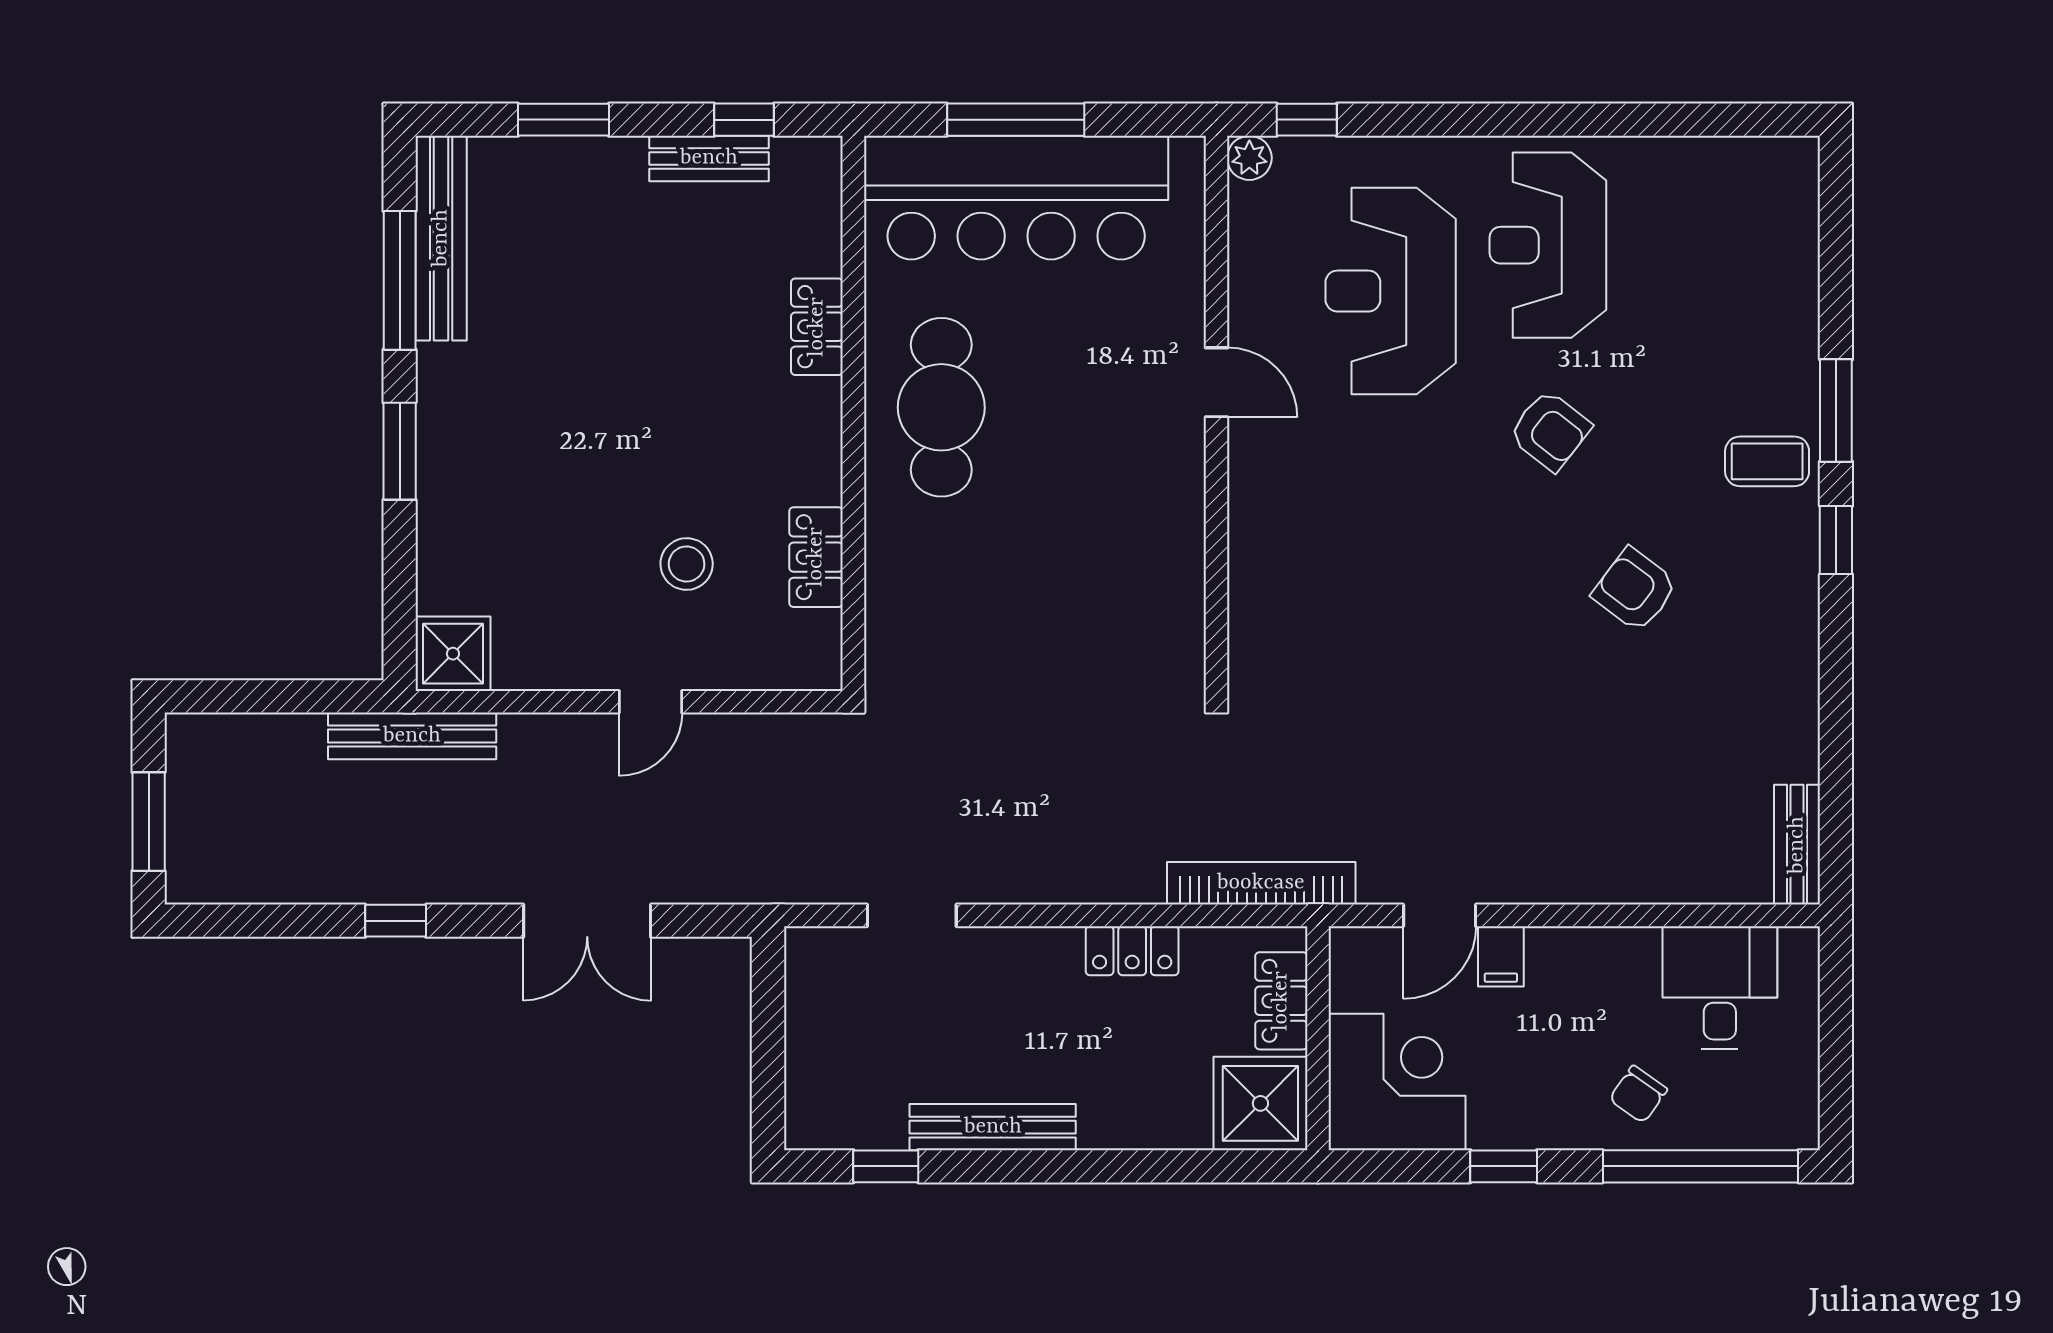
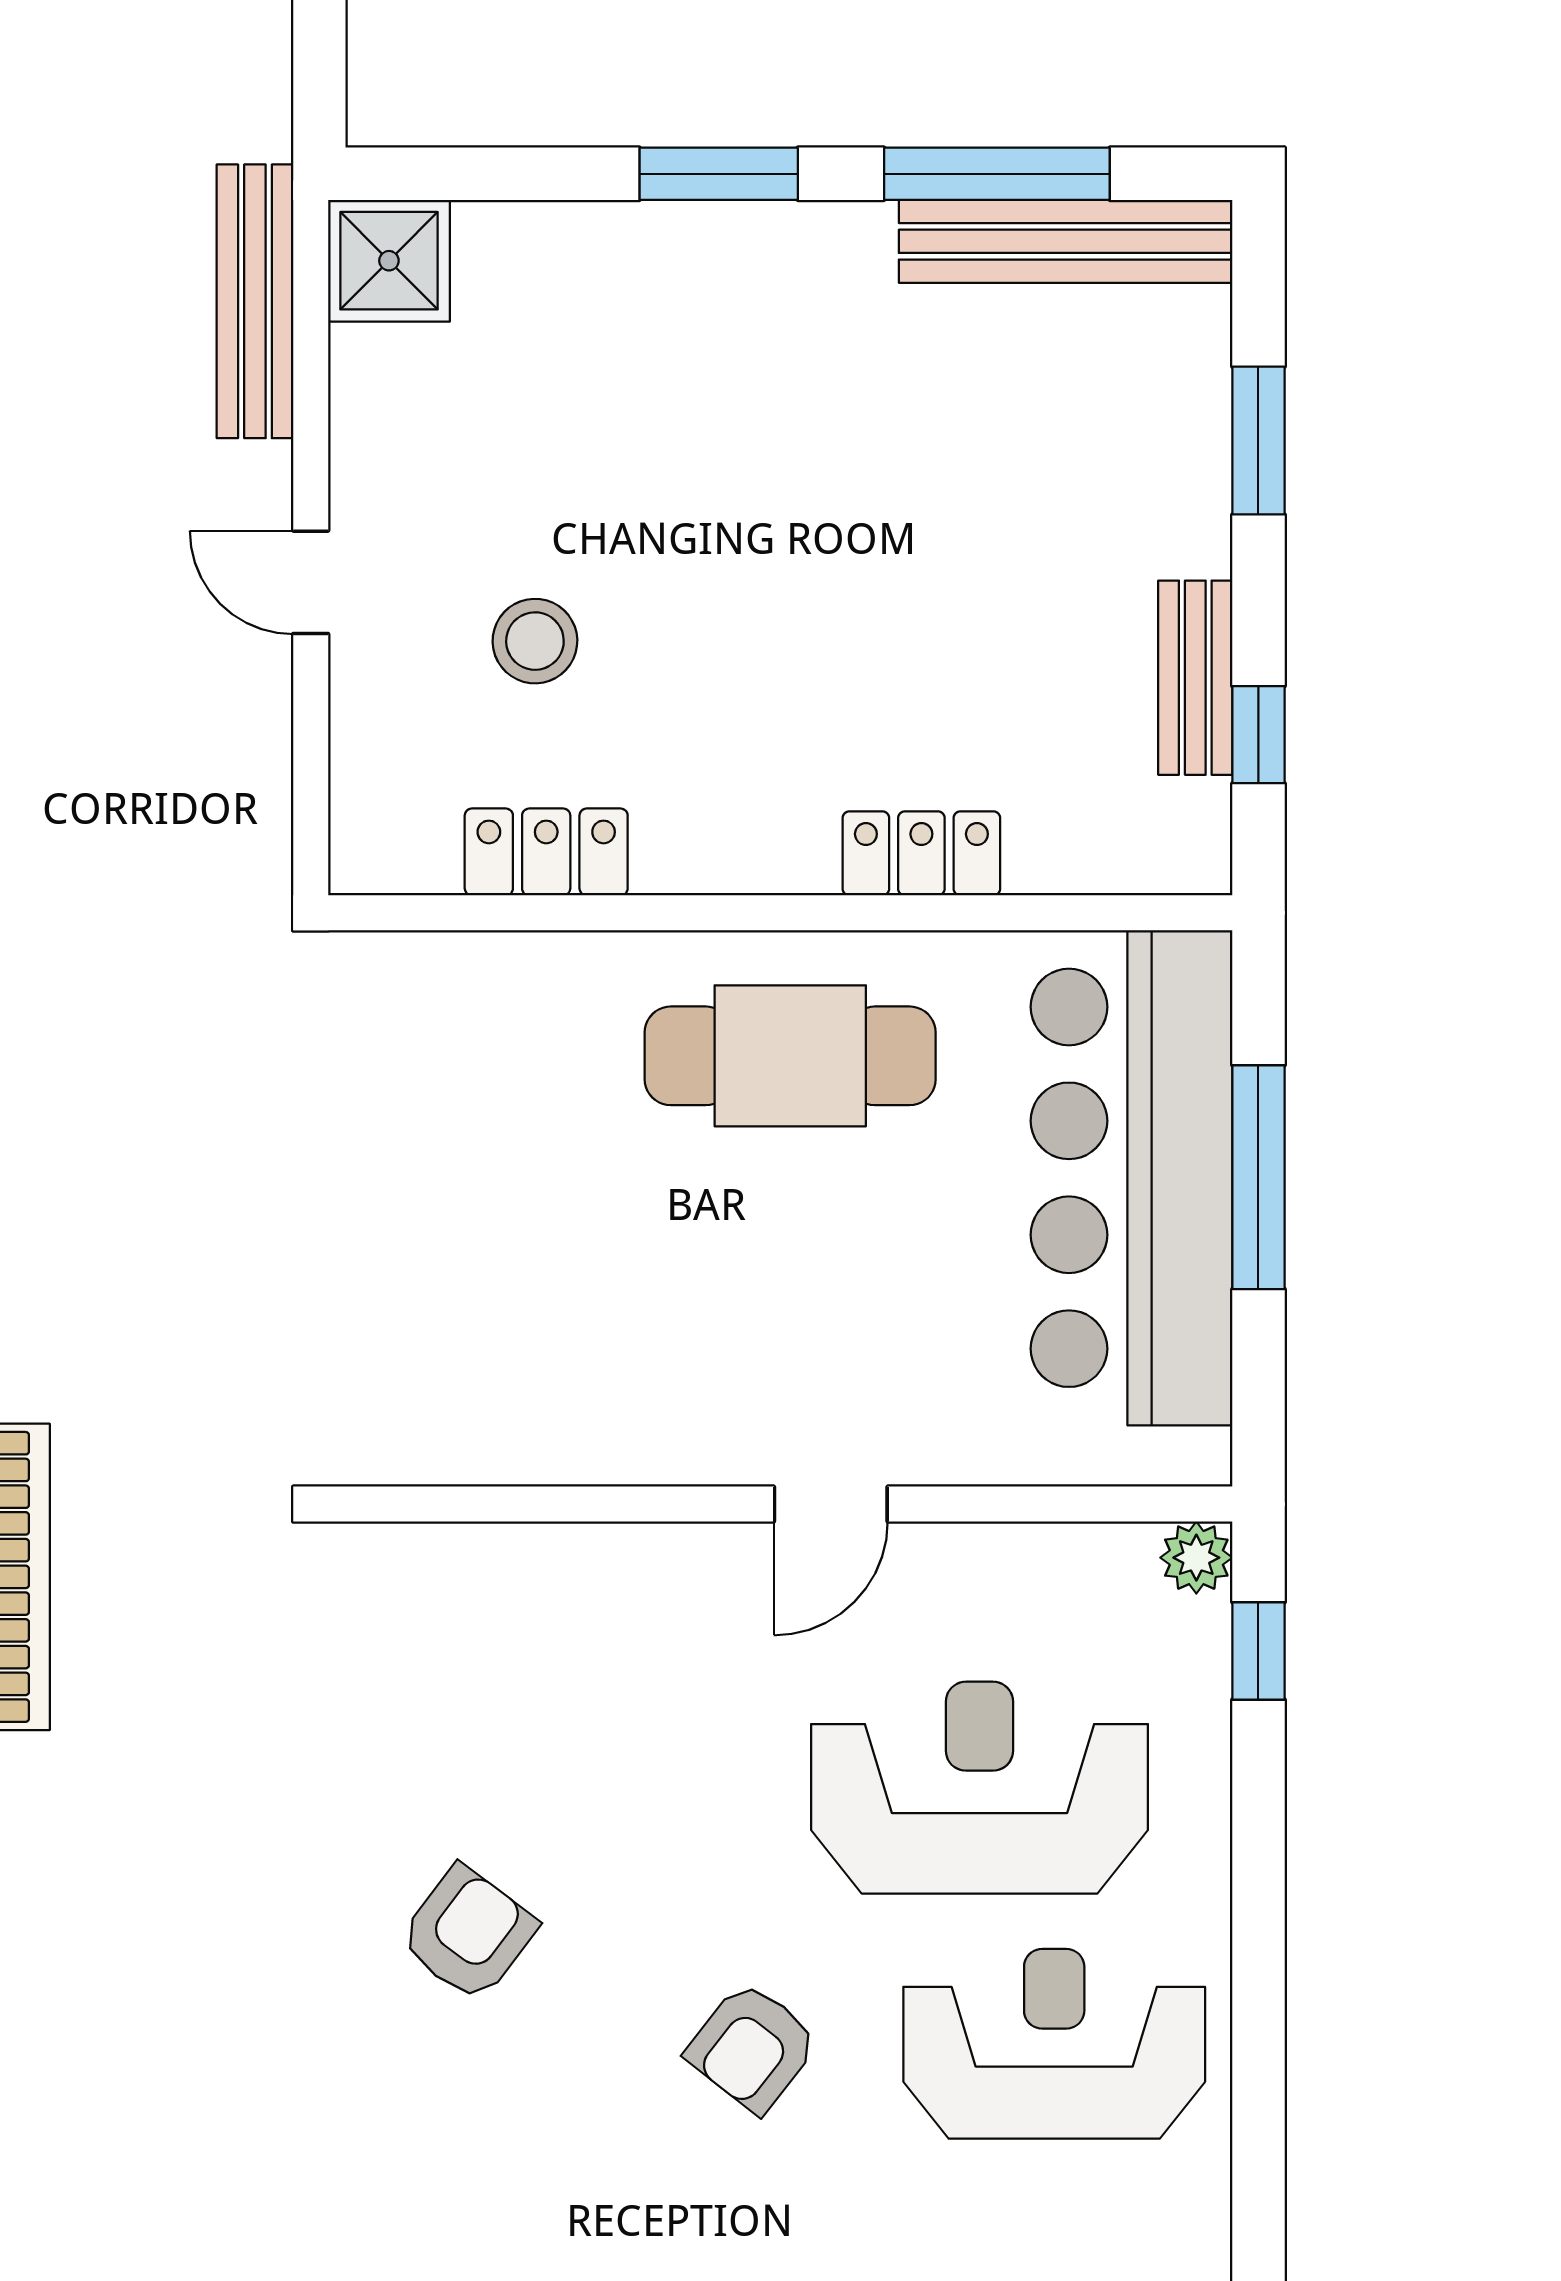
armchair: (1635, 590) -> (468, 1934), moved
bench: (412, 736) -> (255, 301), moved

